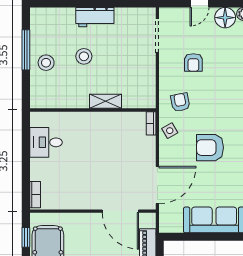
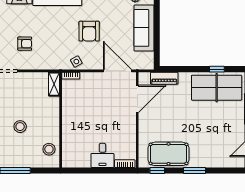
stool: (46, 63) -> (49, 149), moved
shelving: (106, 101) -> (54, 84), moved
armchair: (180, 102) -> (55, 54), removed
desk: (46, 142) -> (102, 155), moved

